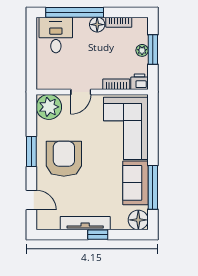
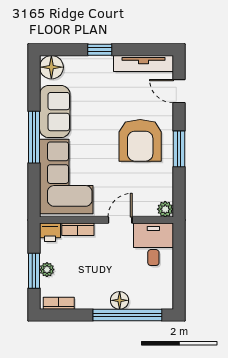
bookcase: (119, 22) -> (59, 303), moved
floor lamp: (97, 25) -> (120, 300), moved
desk: (56, 35) -> (153, 244), moved, turned 180
plant: (49, 107) -> (165, 209), width x0.53, depth x0.53
window: (153, 187) -> (34, 137), moved
tv unit: (85, 223) -> (143, 63), moved

